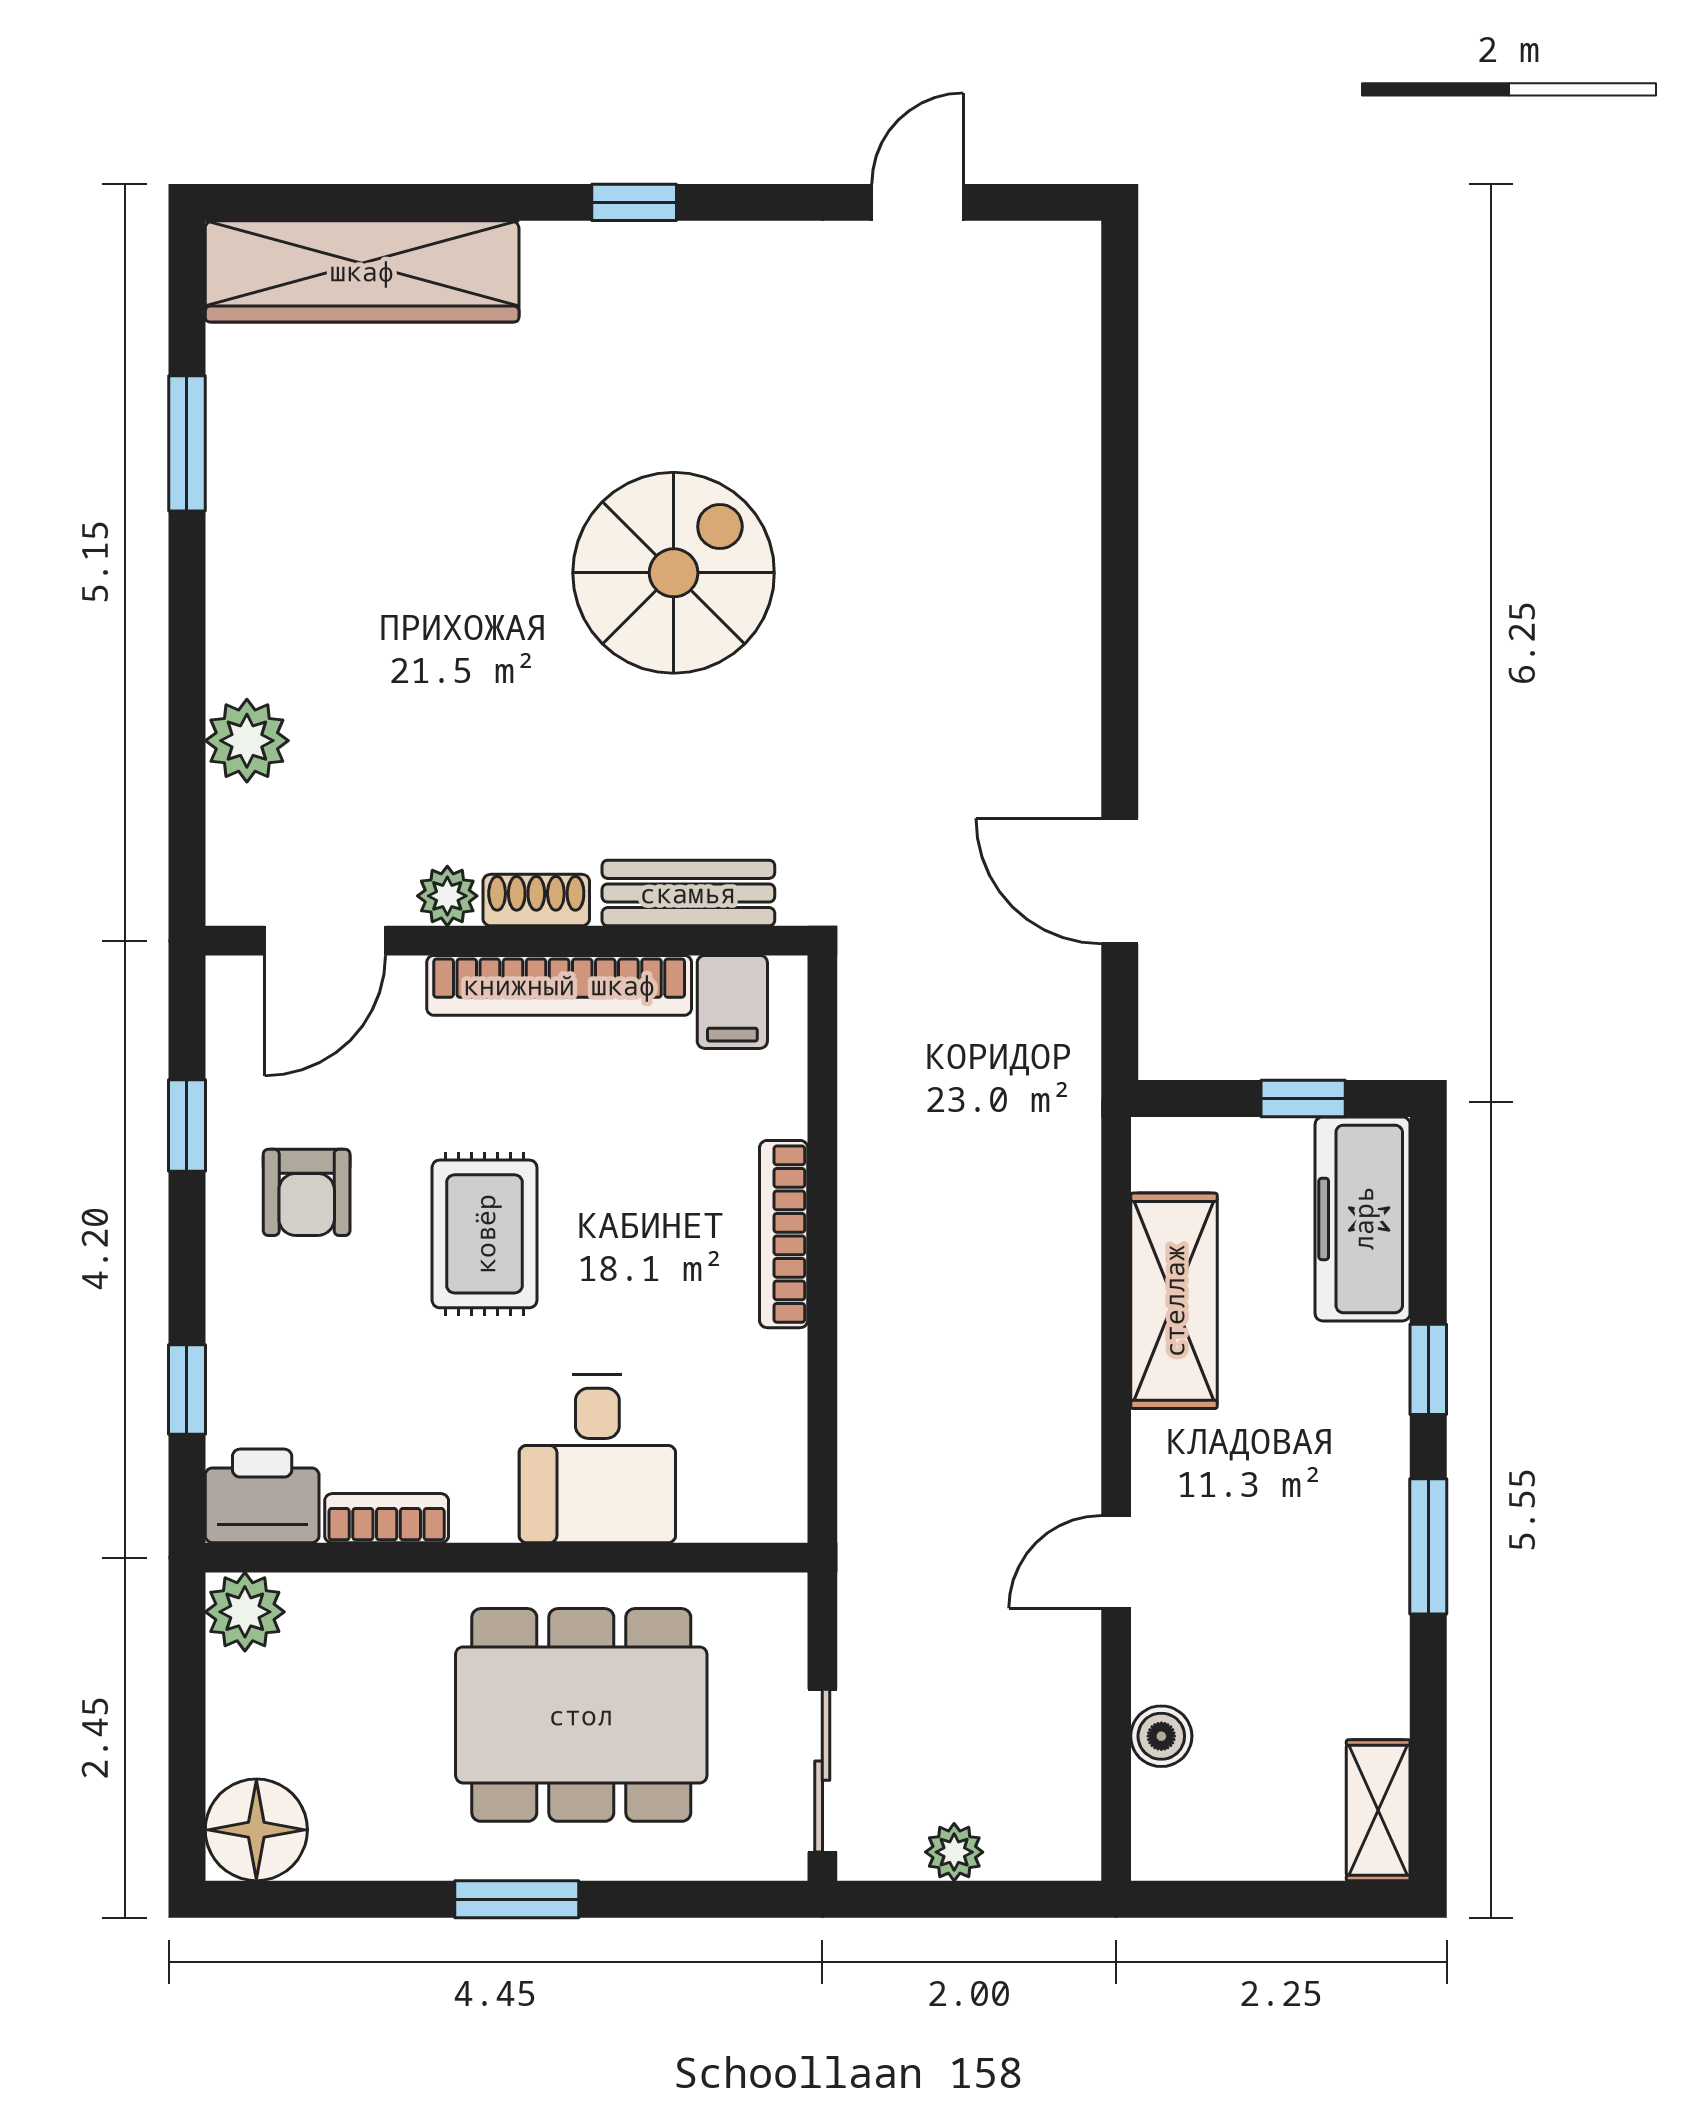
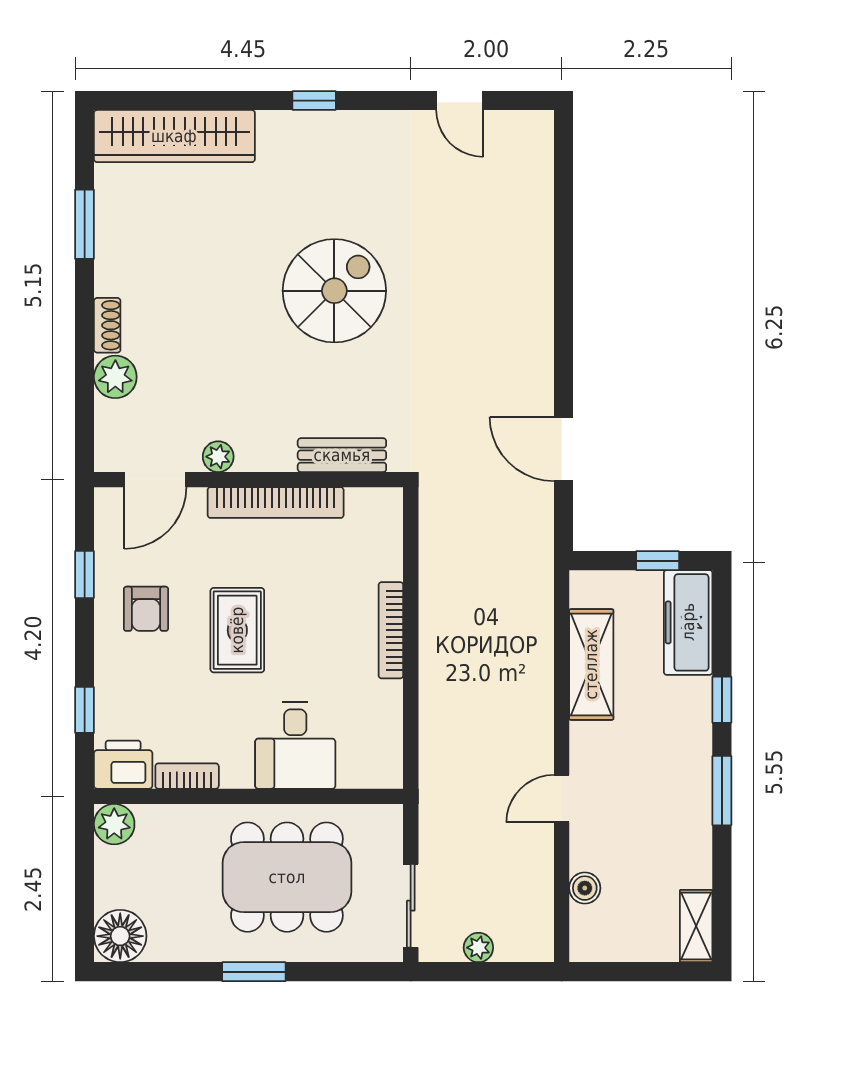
door: (918, 202) -> (460, 101), swing flipped
shoe rack: (536, 900) -> (107, 325), moved, turned 90
filing cabinet: (732, 1002) -> (365, 511), removed

